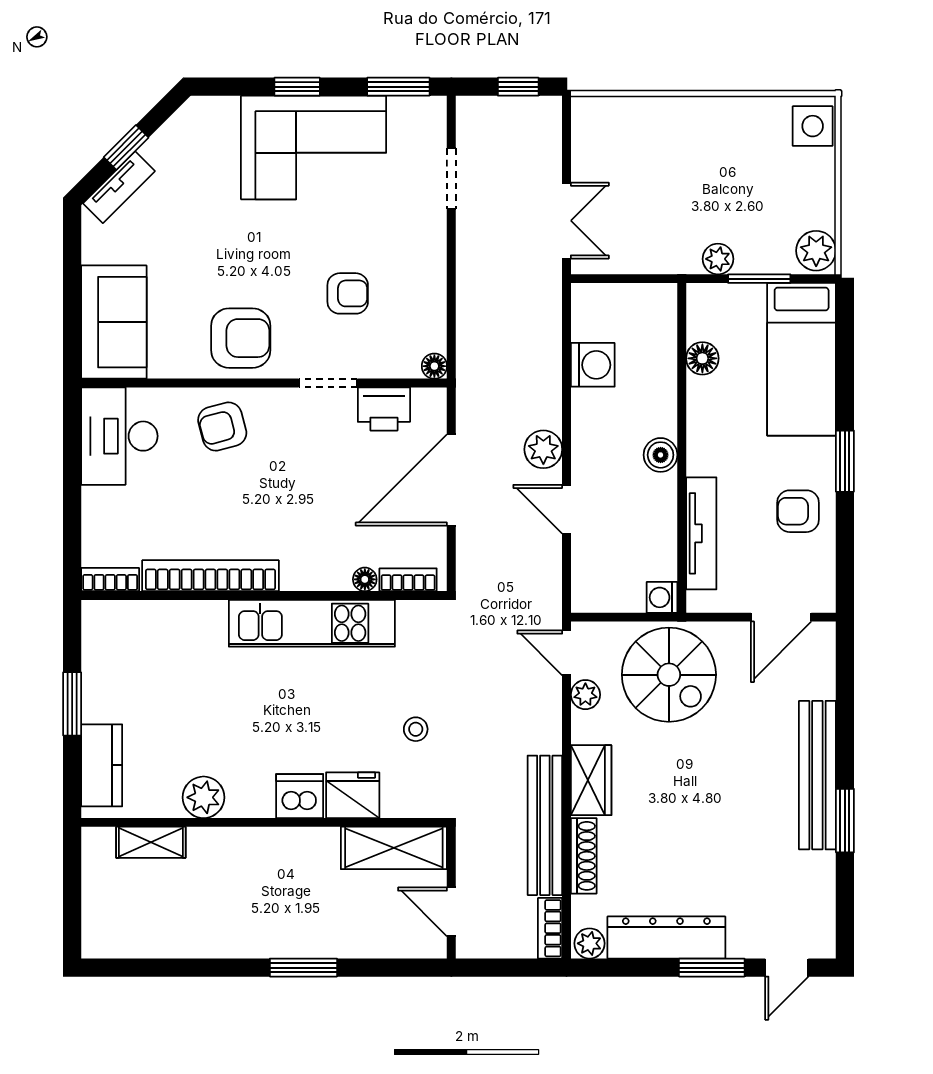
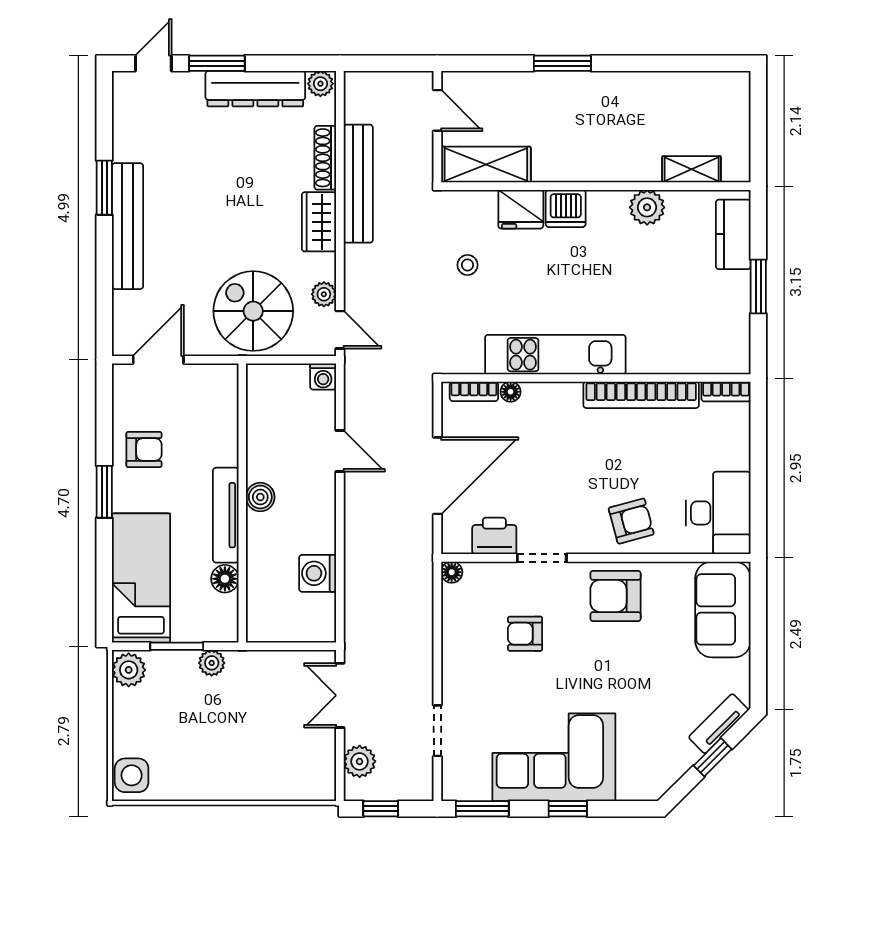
plant: (543, 449) -> (360, 761), moved
tv unit: (701, 533) -> (226, 515), moved
washing machine: (662, 597) -> (323, 377), moved, turned 90
bookcase: (550, 928) -> (354, 97), removed

